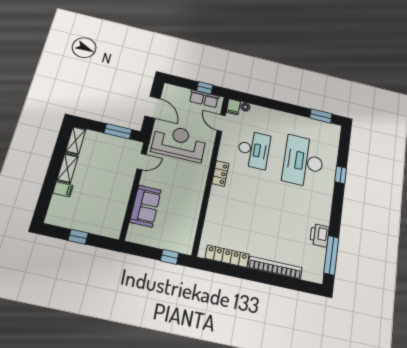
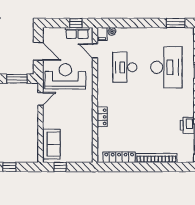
desk: (254, 150) -> (125, 67), turned 180
desk: (303, 161) -> (166, 67), turned 180
locker: (220, 173) -> (102, 117), moved
sofa: (145, 206) -> (51, 144), moved
window: (170, 257) -> (60, 167), moved

